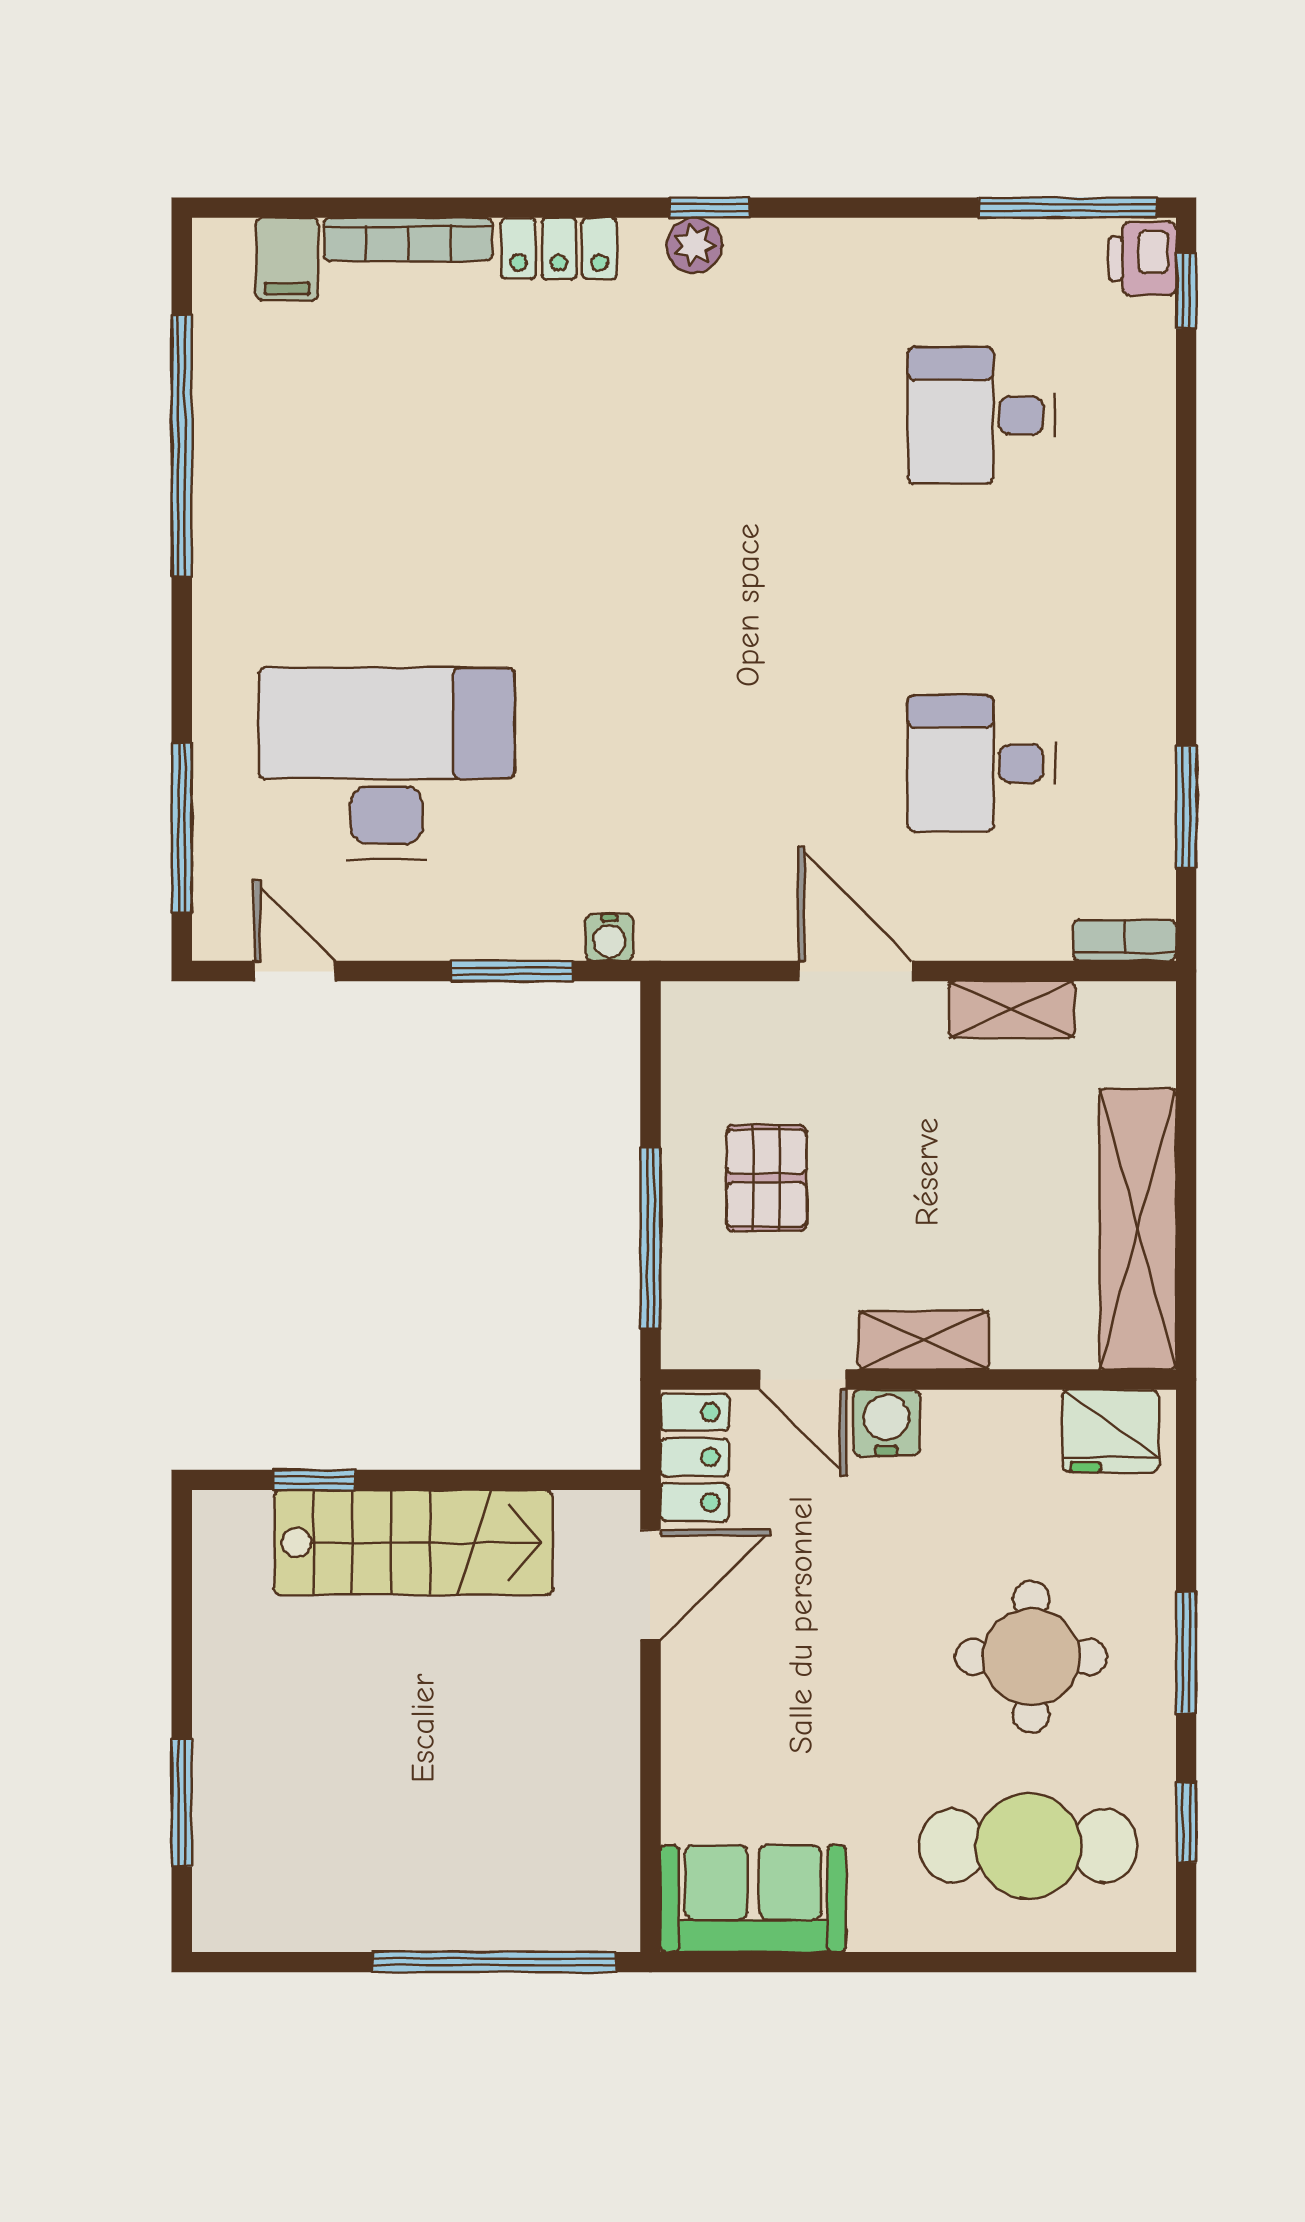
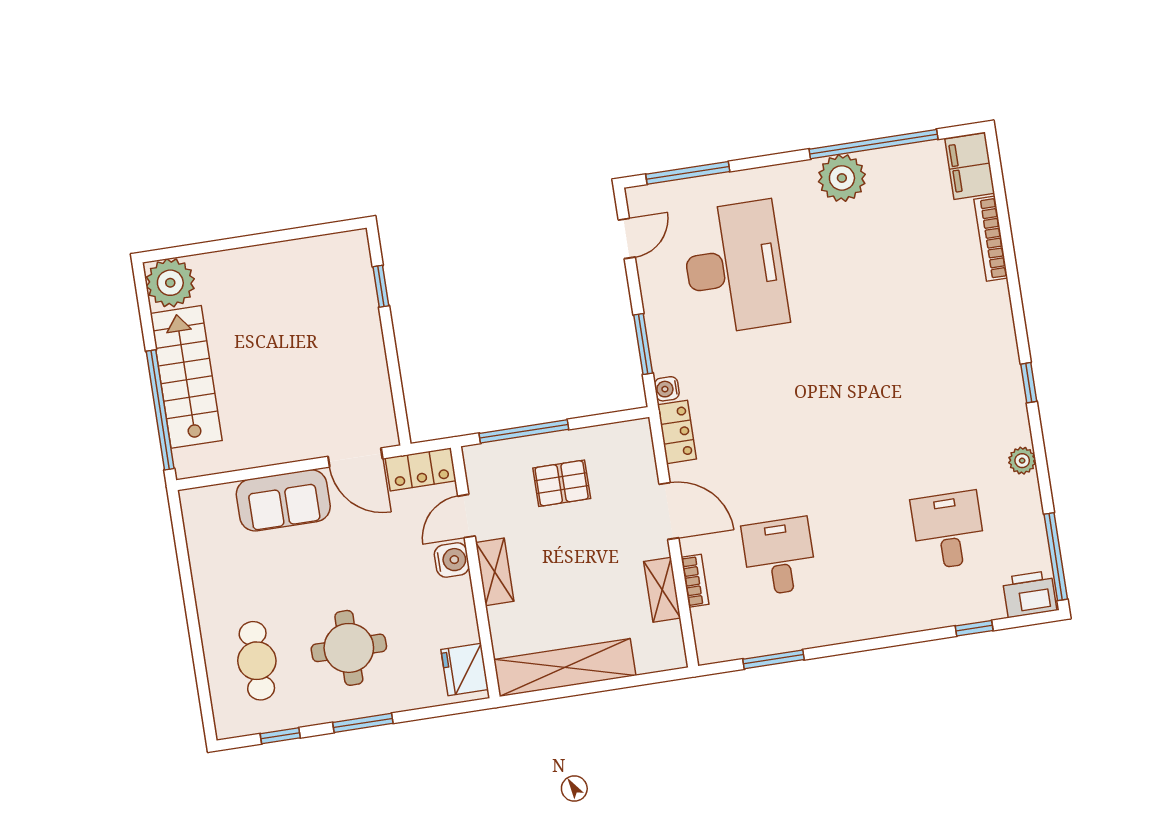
plant: (694, 245) -> (1022, 461), moved
locker: (559, 248) -> (677, 432), moved, turned 180
filing cabinet: (287, 259) -> (970, 166), width x2.00
printer: (1143, 259) -> (1030, 594), width x1.36, depth x1.24
window: (1186, 291) -> (974, 628), moved
plant: (240, 520) -> (842, 178), added
bookcase: (1124, 940) -> (695, 581), moved
door: (856, 971) -> (669, 511), hinge flipped
stairs: (413, 1542) -> (186, 377), moved, turned 180
window: (182, 1803) -> (214, 246), removed
cafe table: (1028, 1846) -> (257, 661), width x0.73, depth x0.74
sofa: (753, 1898) -> (283, 500), moved, turned 90
plant: (242, 1902) -> (170, 283), added

